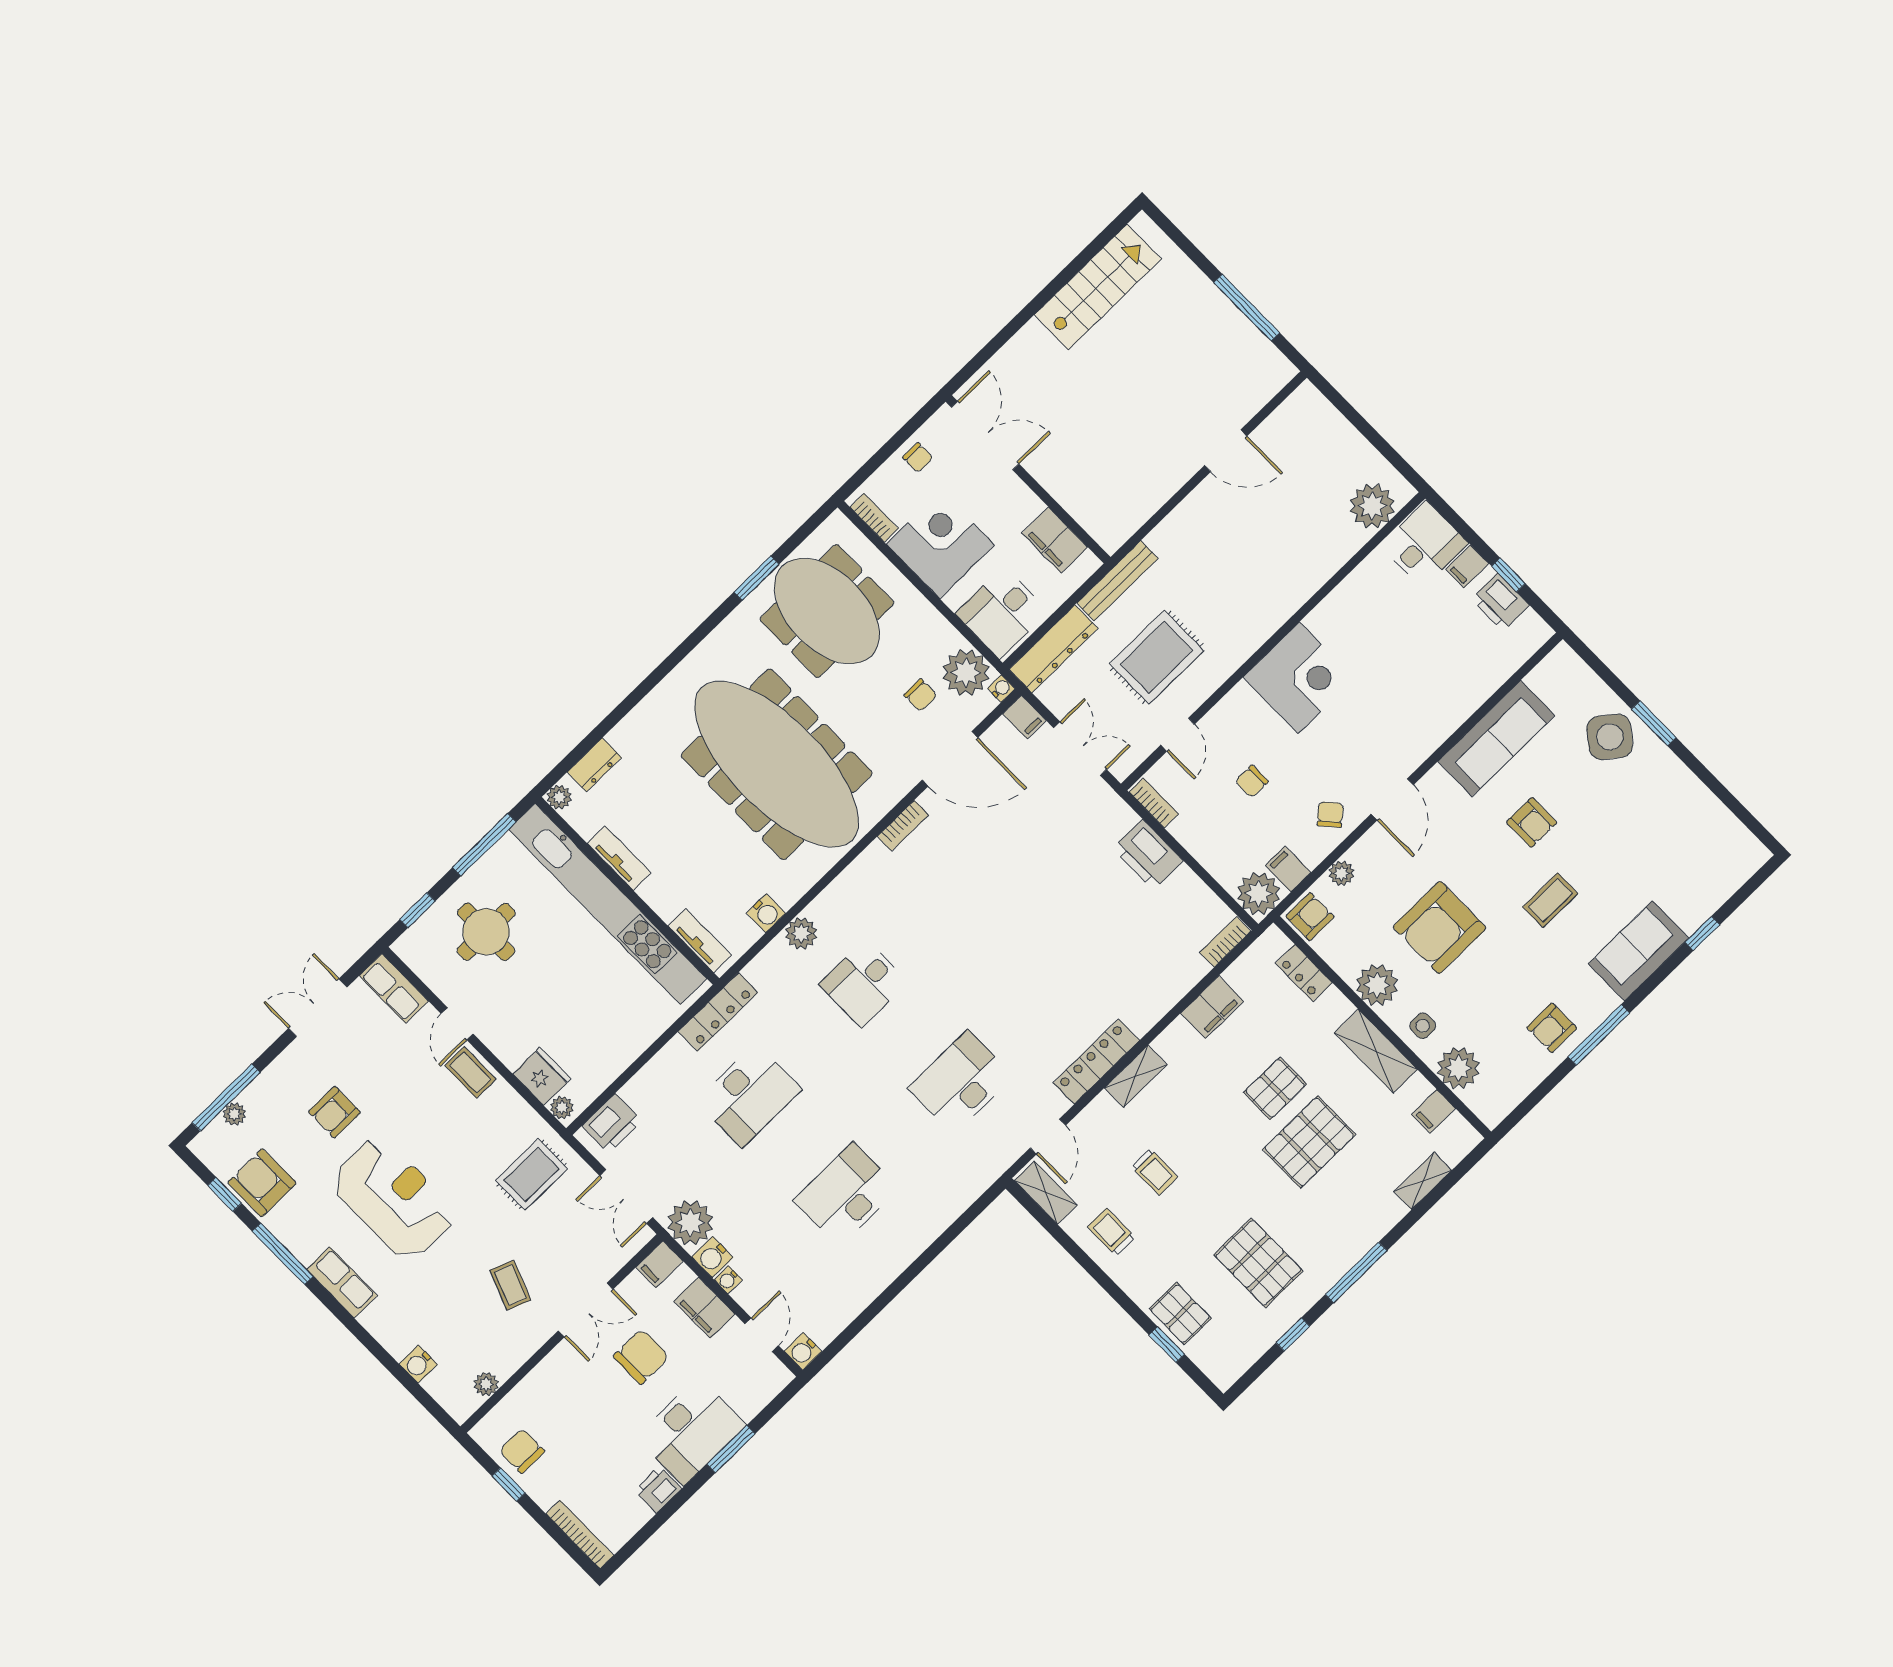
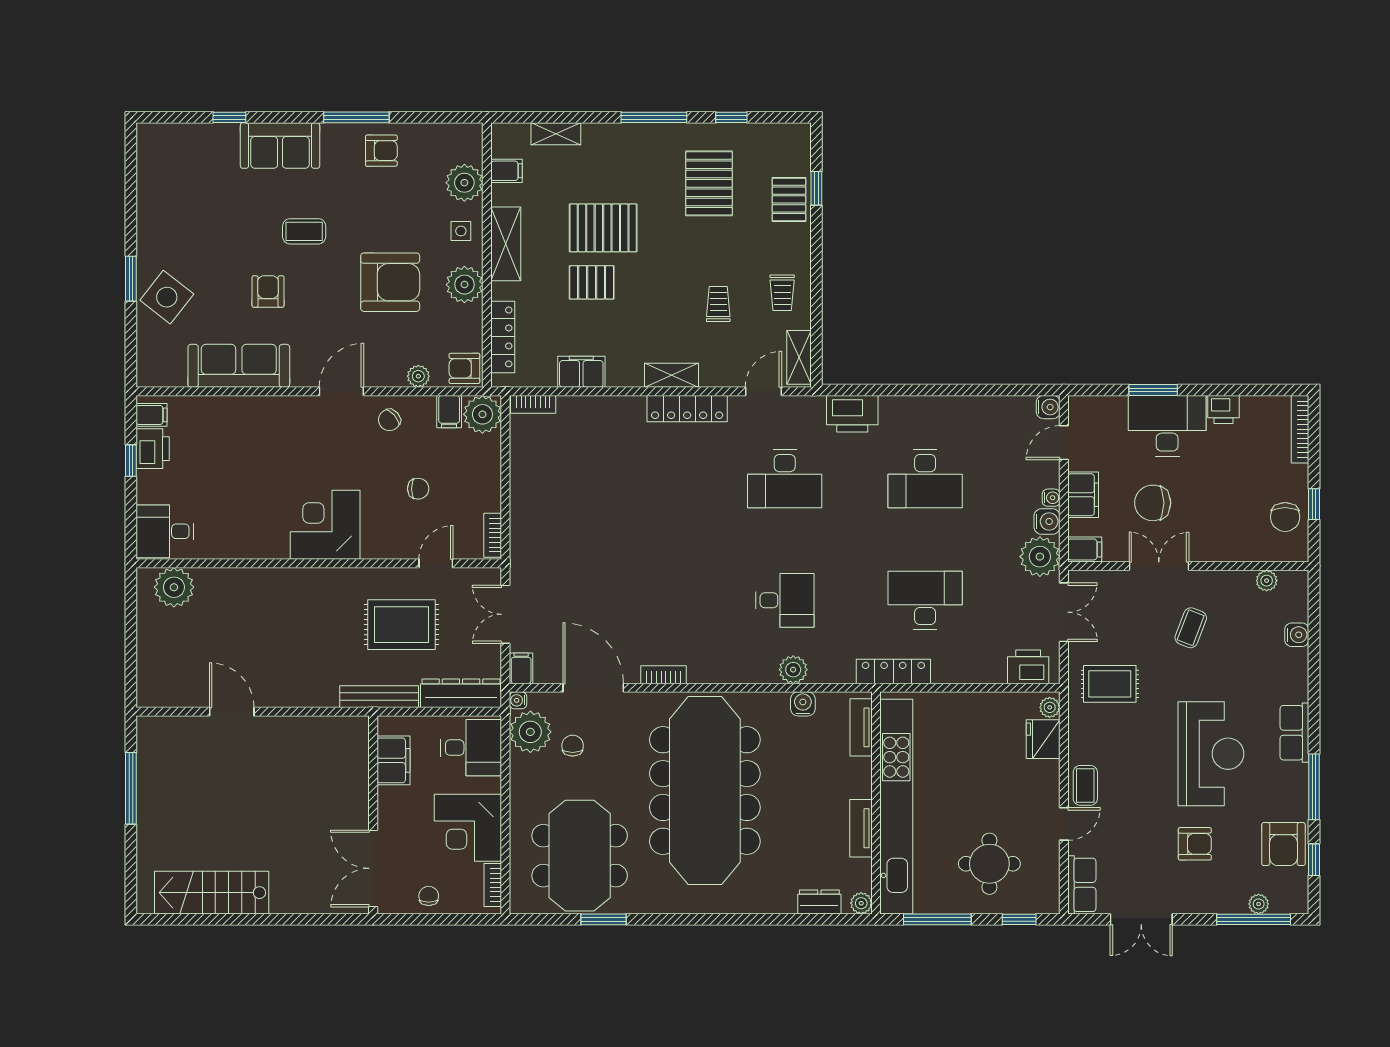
filing cabinet: (1467, 566) -> (152, 415), moved
printer: (1148, 854) -> (852, 414), moved, turned 90
locker: (1304, 973) -> (503, 337), width x1.53
reception desk: (393, 1199) -> (1211, 754), turned 180

